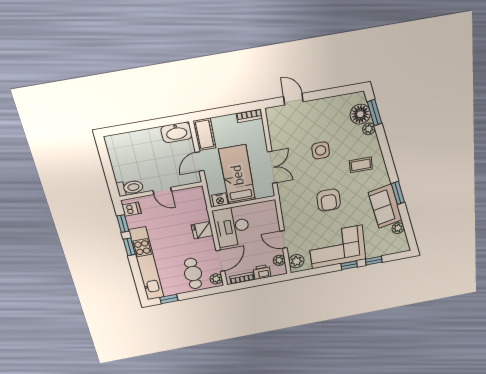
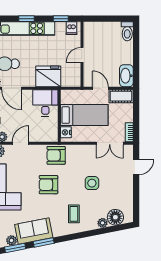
window: (375, 113) -> (15, 248), moved
double door: (272, 167) -> (110, 143), moved
toilet: (130, 188) -> (127, 31), moved
armchair: (292, 198) -> (56, 155), added
nightstand: (220, 200) -> (66, 132), moved
desk: (232, 227) -> (45, 103), width x0.73
fridge: (202, 230) -> (48, 76), width x1.88, depth x1.34
window: (129, 247) -> (26, 19), moved

